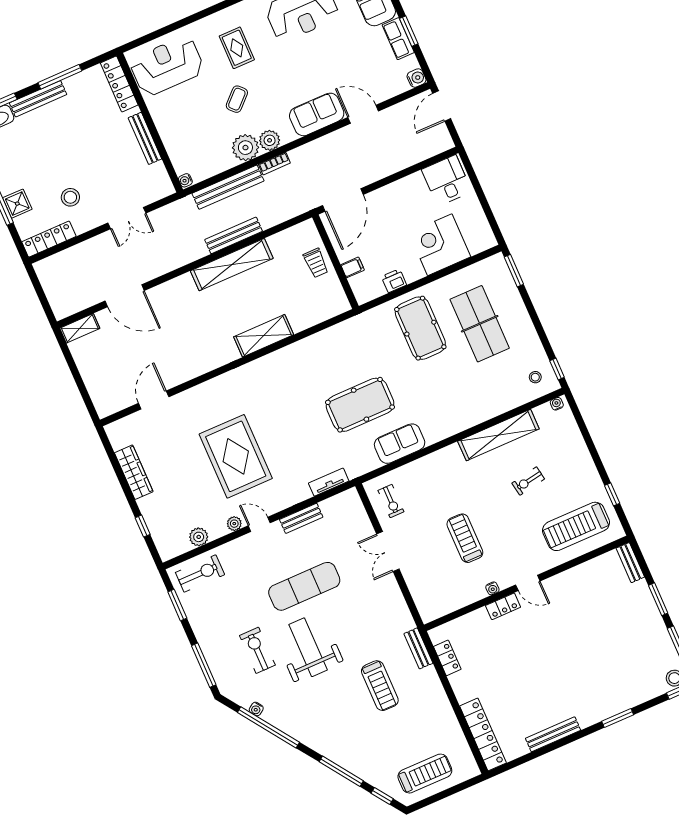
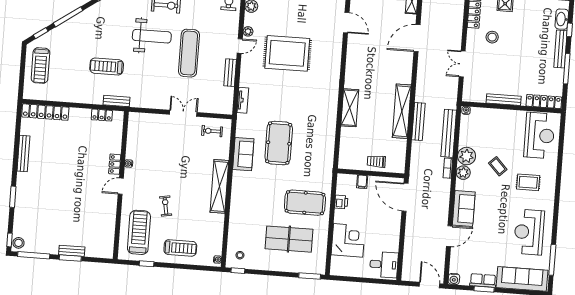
shelving: (498, 435) -> (219, 186), moved
exercise bike: (528, 481) -> (166, 206), moved
treadmill: (465, 538) -> (180, 248), moved
bench: (630, 563) -> (72, 251), moved

